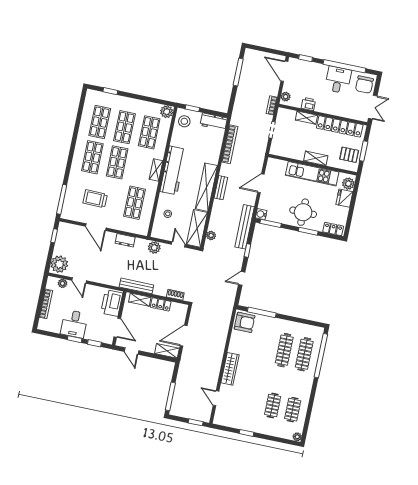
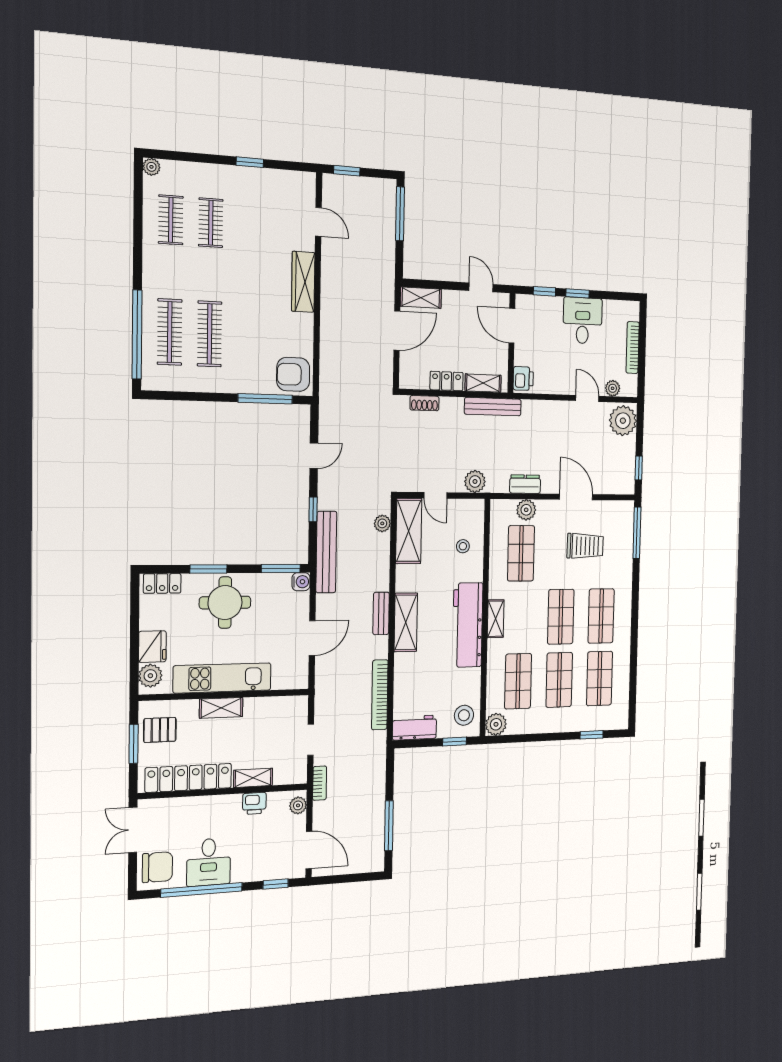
chair: (364, 85) -> (157, 867), turned 90
shelving: (206, 187) -> (406, 622), width x0.68
plant: (127, 226) -> (526, 510), added
printer: (112, 303) -> (523, 379), width x0.53, depth x0.68

